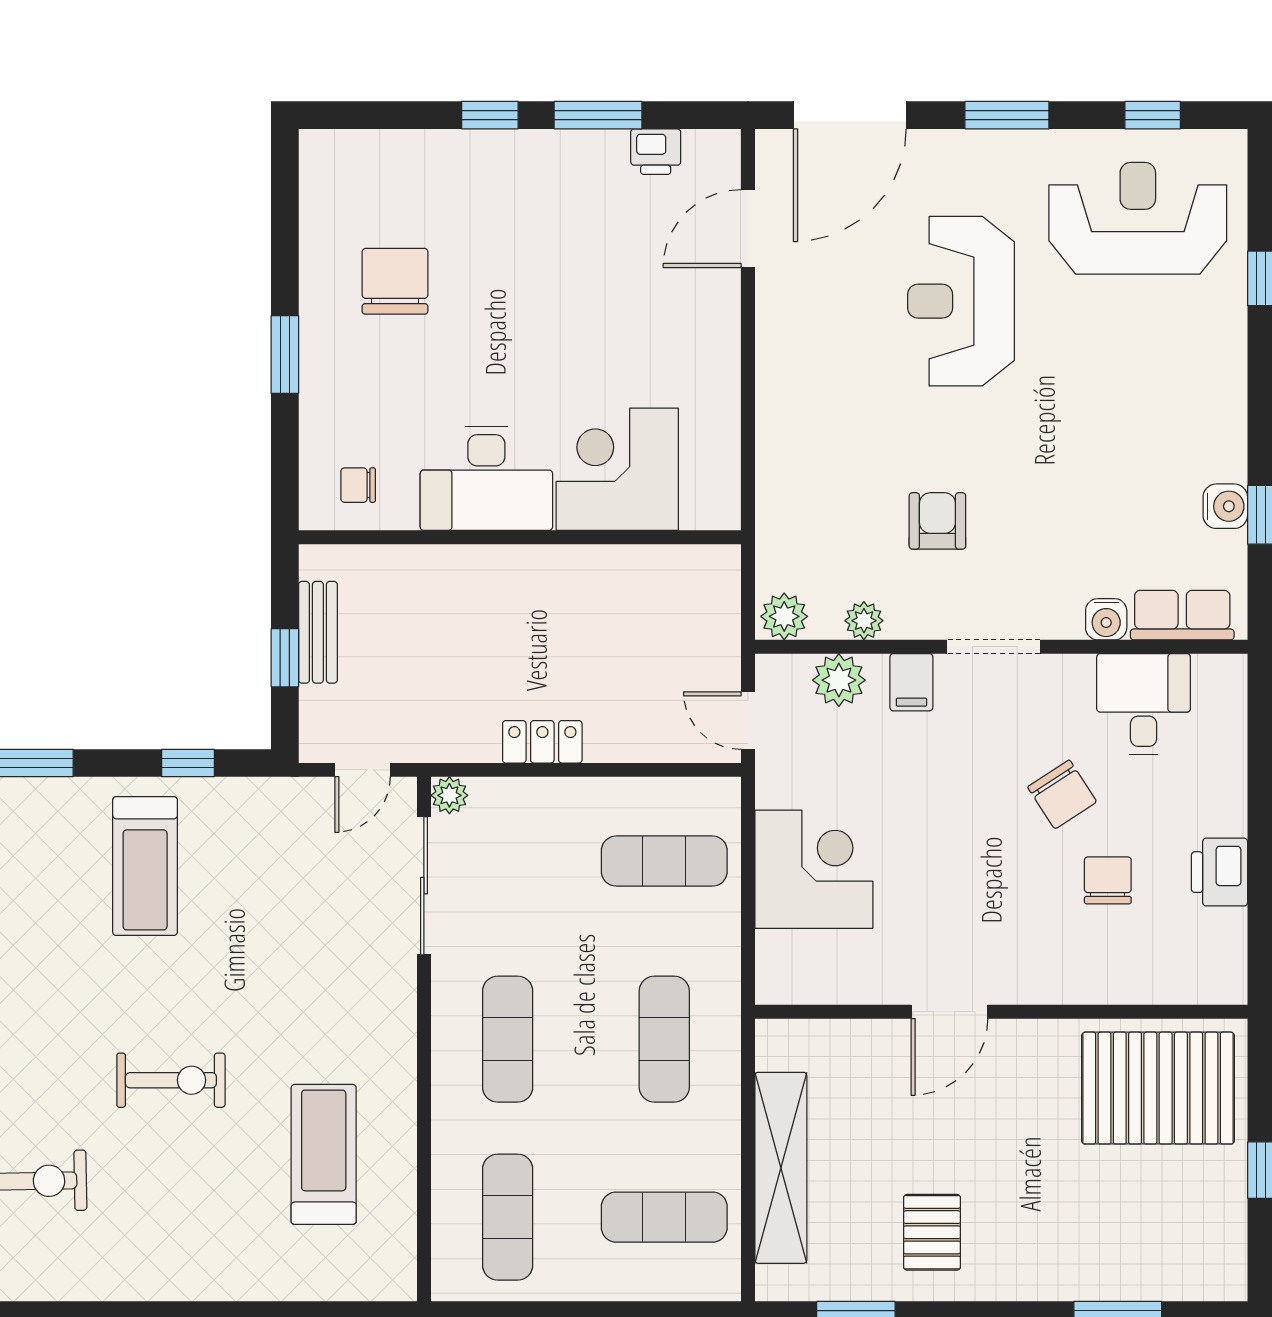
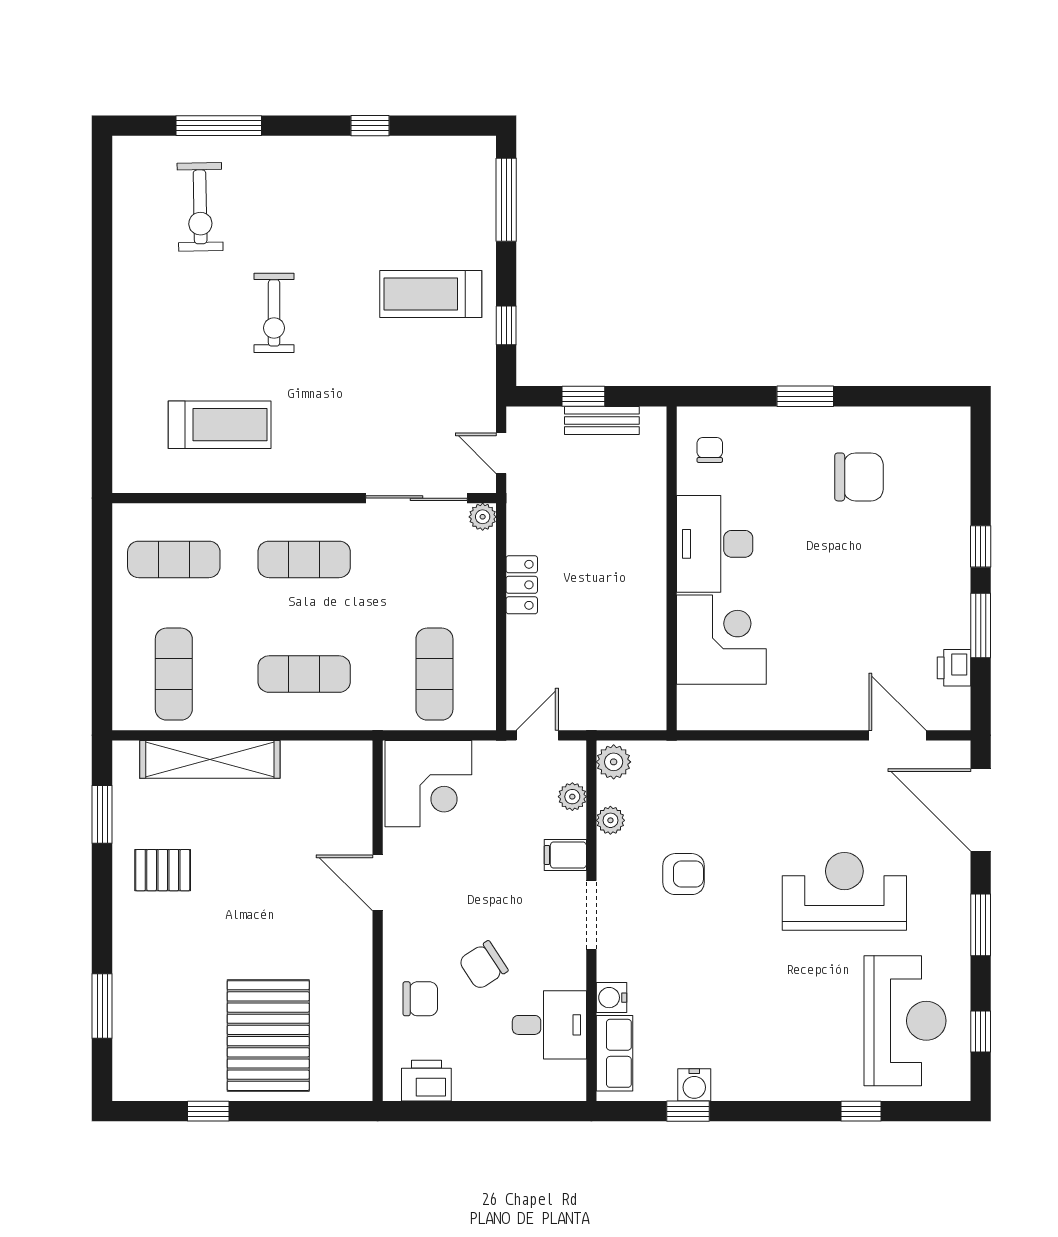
plant: (839, 680) -> (572, 797), width x0.73, depth x0.73
door: (949, 1012) -> (378, 883), moved
wall: (1001, 1012) -> (378, 921), moved

